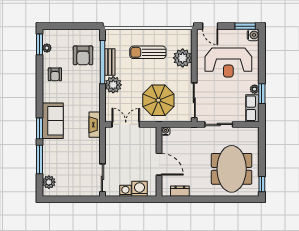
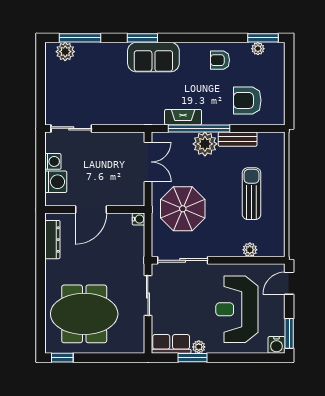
plant: (183, 58) -> (250, 250), width x0.53, depth x0.53
window: (102, 62) -> (199, 128), moved
fireplace: (95, 125) -> (183, 117), moved
window: (39, 159) -> (80, 38), moved
dresser: (180, 191) -> (52, 240), width x1.44

